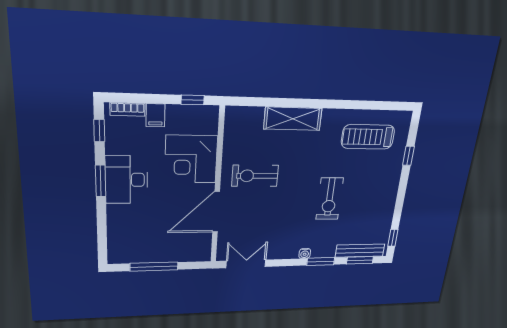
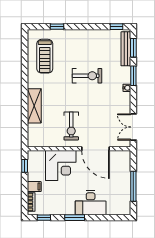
desk: (127, 180) -> (91, 203), moved

